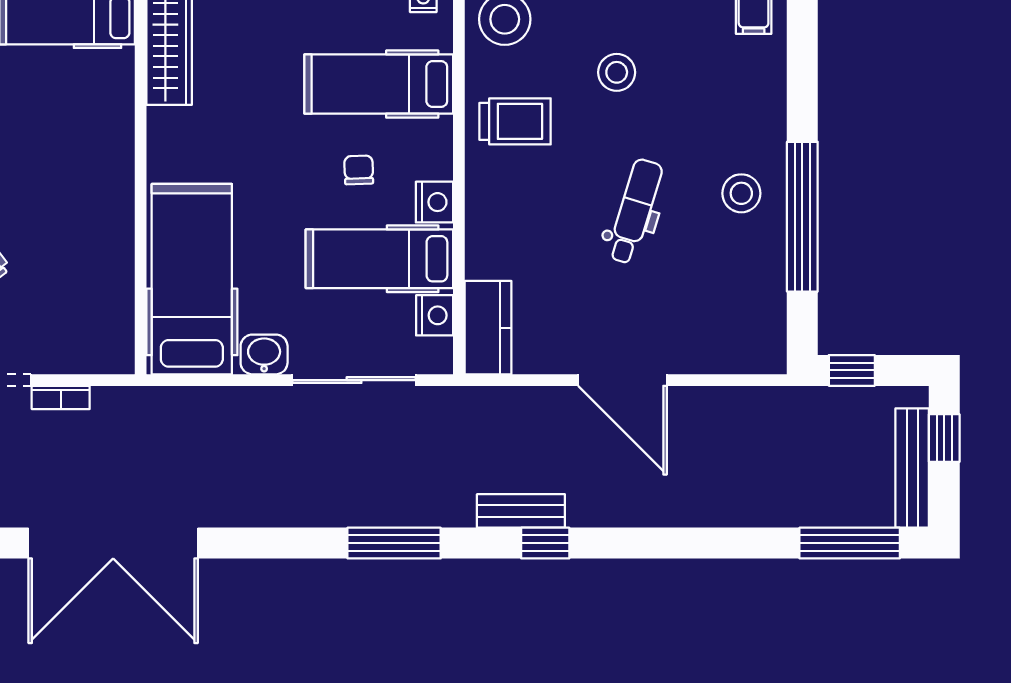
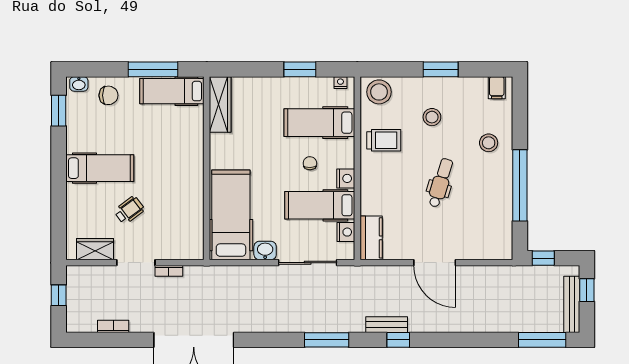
stool: (741, 193) -> (489, 143), moved

